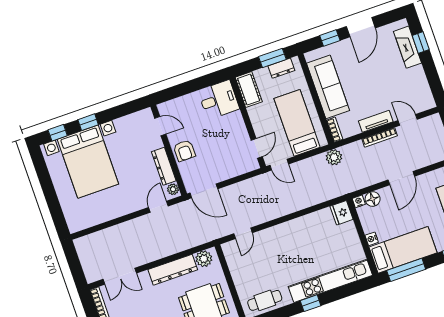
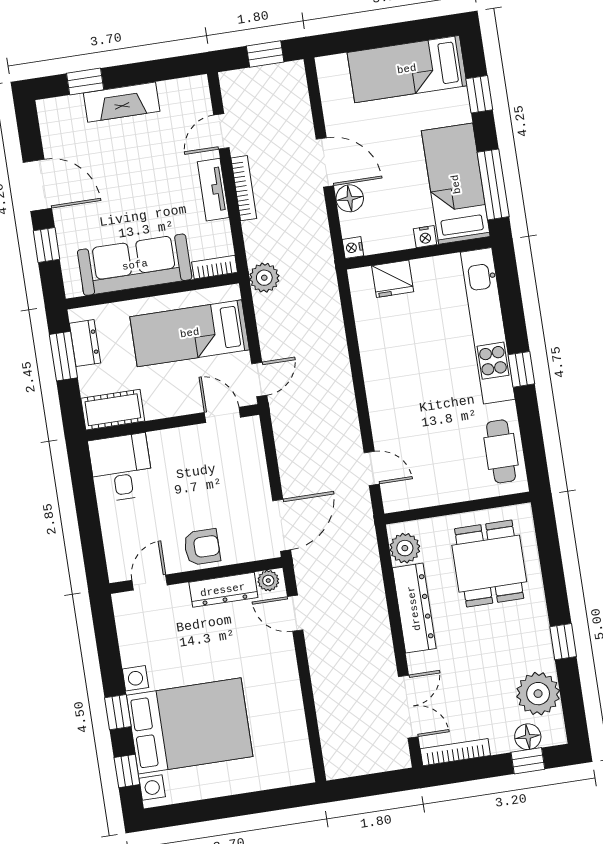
fireplace: (408, 47) -> (122, 102), moved
floor lamp: (373, 199) -> (350, 198), moved
fridge: (342, 213) -> (393, 279), moved

